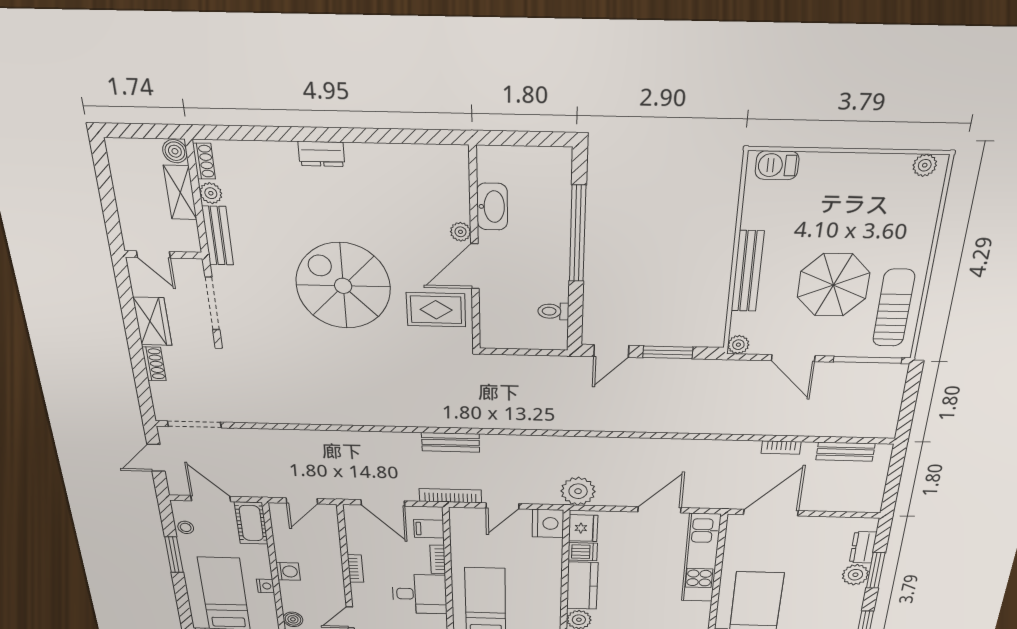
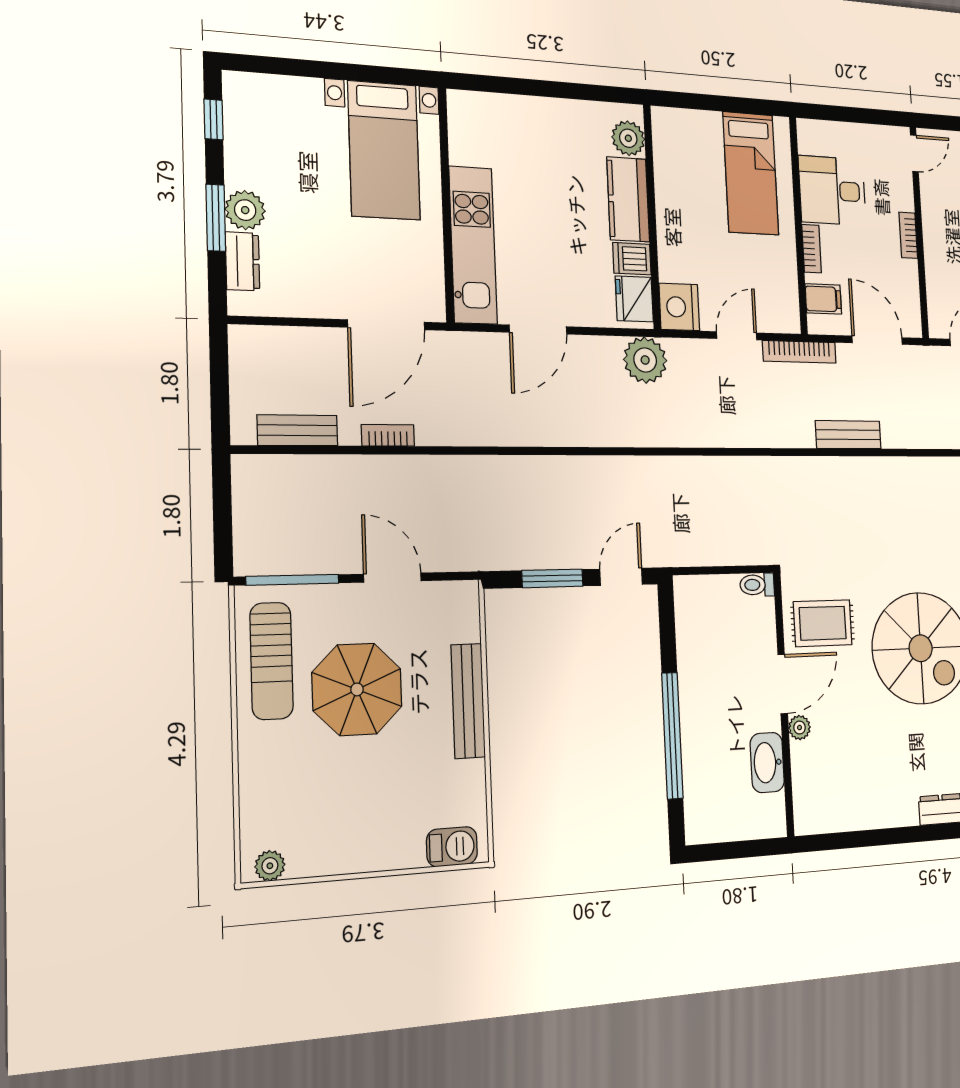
toilet: (553, 311) -> (757, 585), moved, turned 180
plant: (738, 345) -> (466, 594), removed
bench: (451, 442) -> (848, 435), moved

